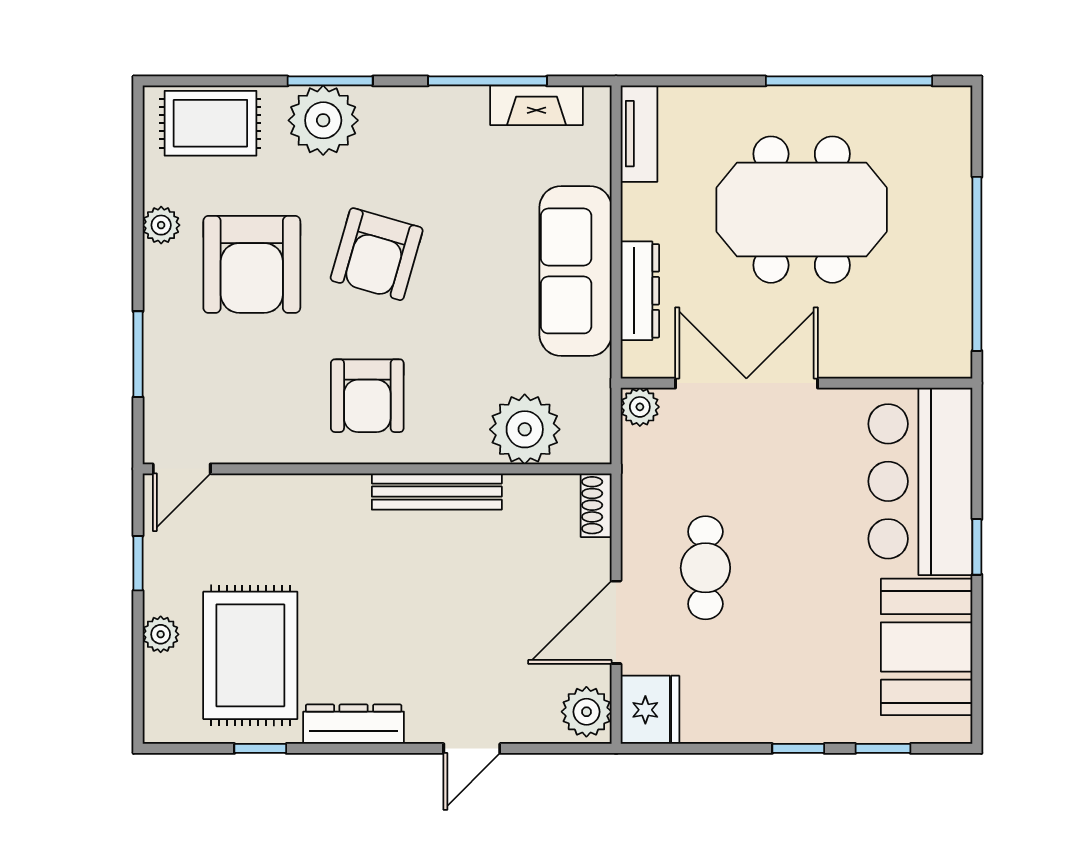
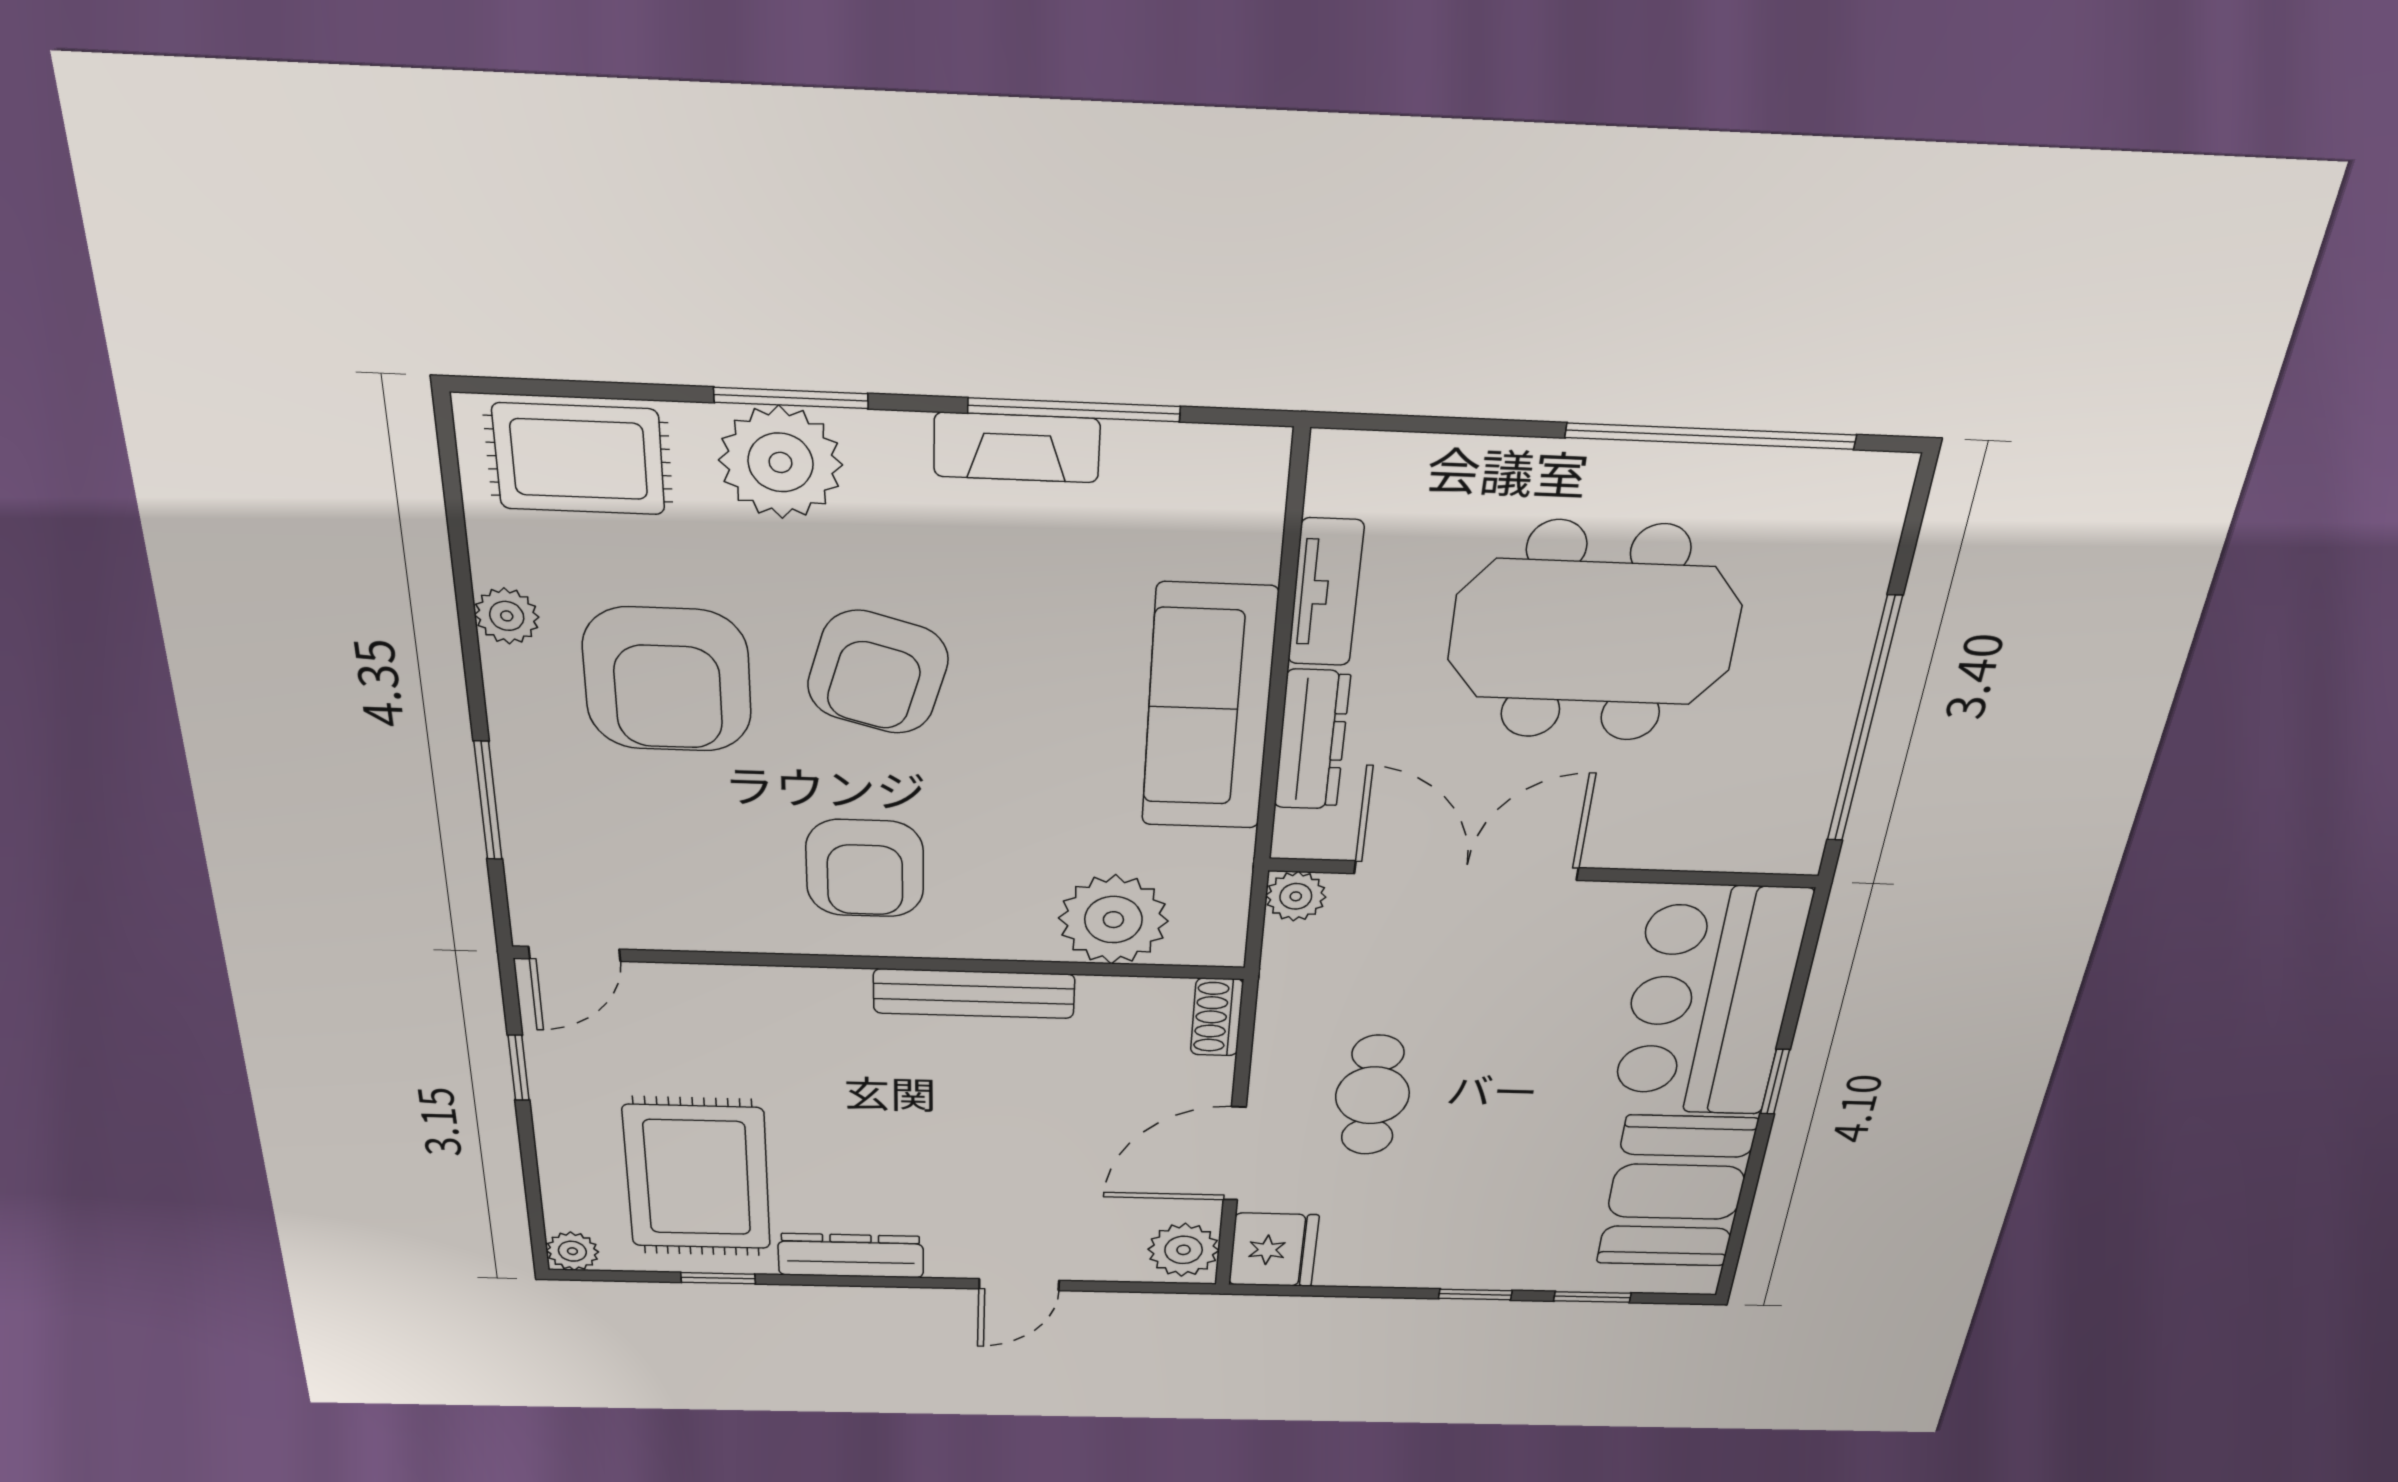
fireplace: (536, 105) -> (1017, 448), moved
tv unit: (639, 134) -> (1326, 593), moved
plant: (161, 634) -> (572, 1251), moved

